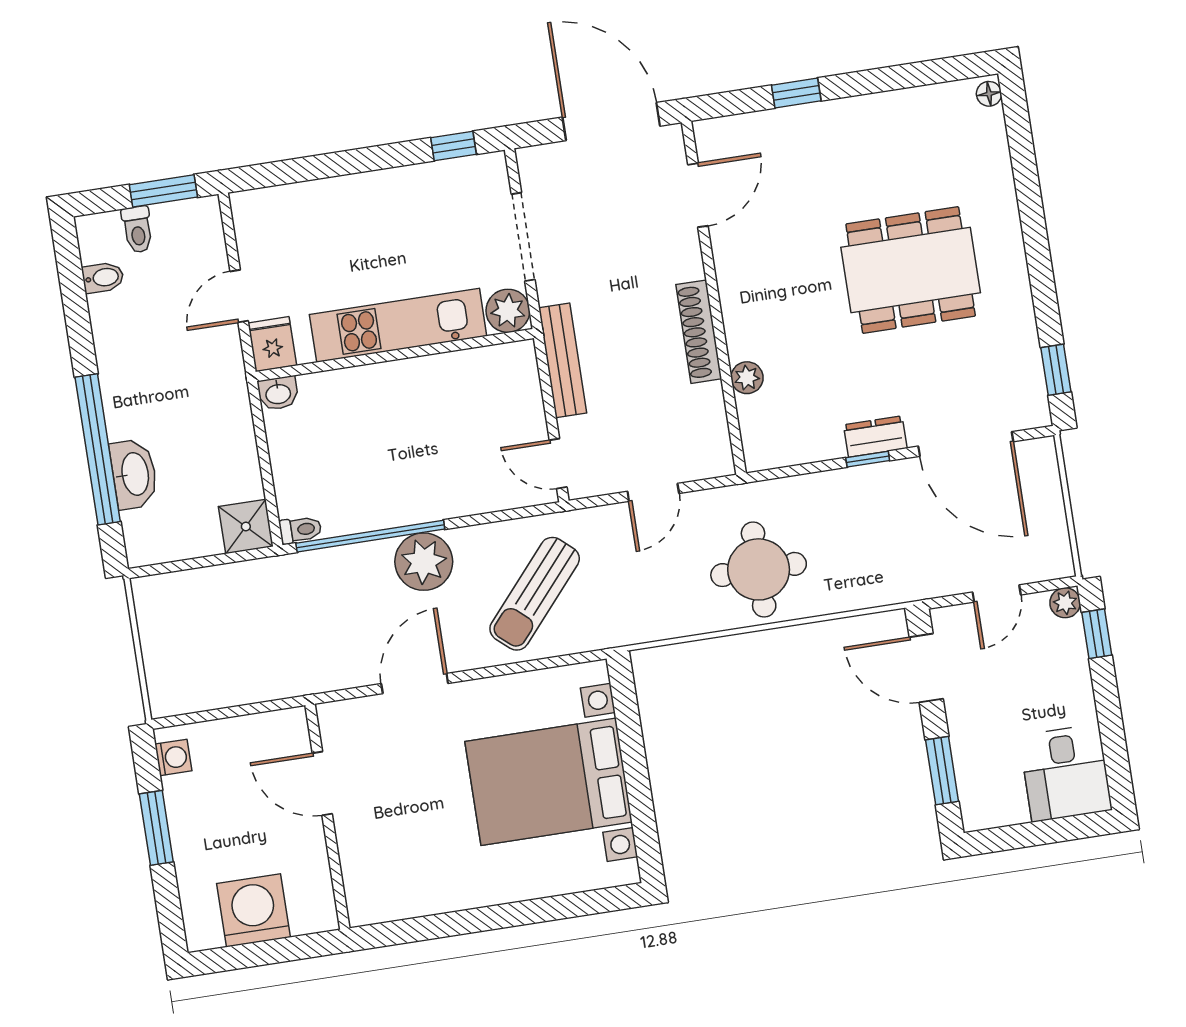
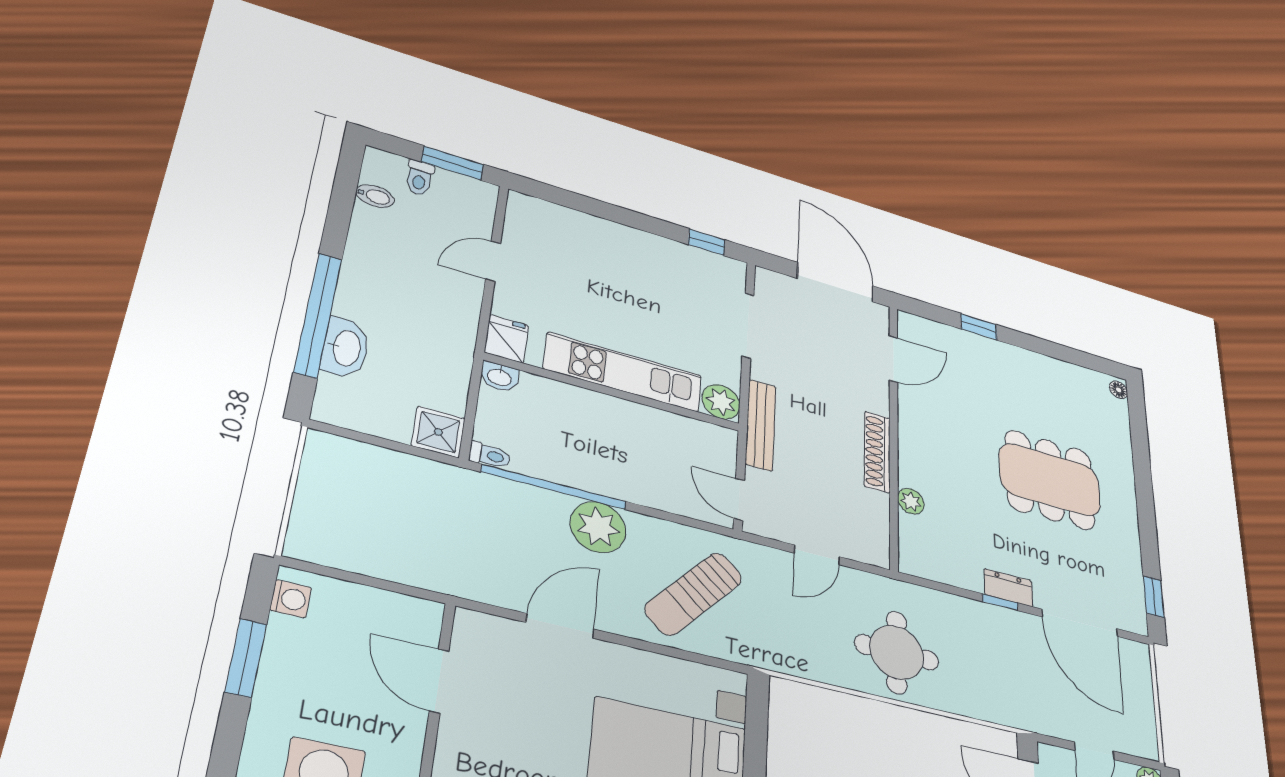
plant: (508, 311) -> (721, 402), moved
kitchen unit: (398, 325) -> (623, 372), moved
fridge: (272, 344) -> (506, 339), moved
wall: (395, 355) -> (614, 392), moved
washbasin: (278, 393) -> (499, 377), moved

